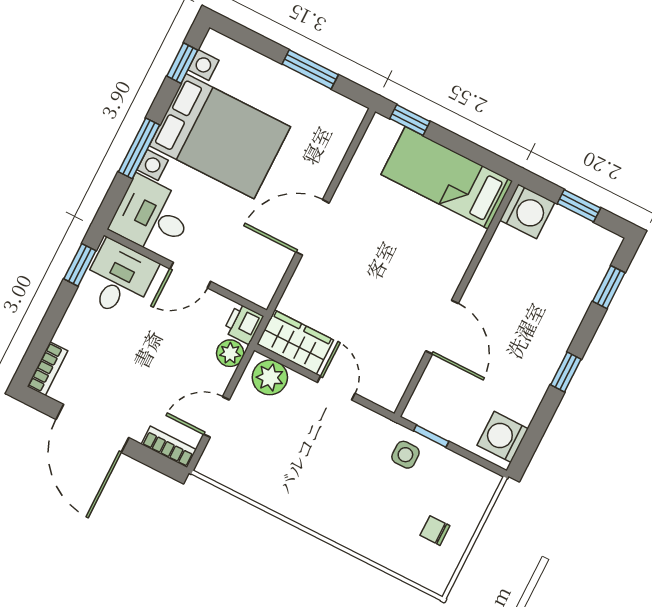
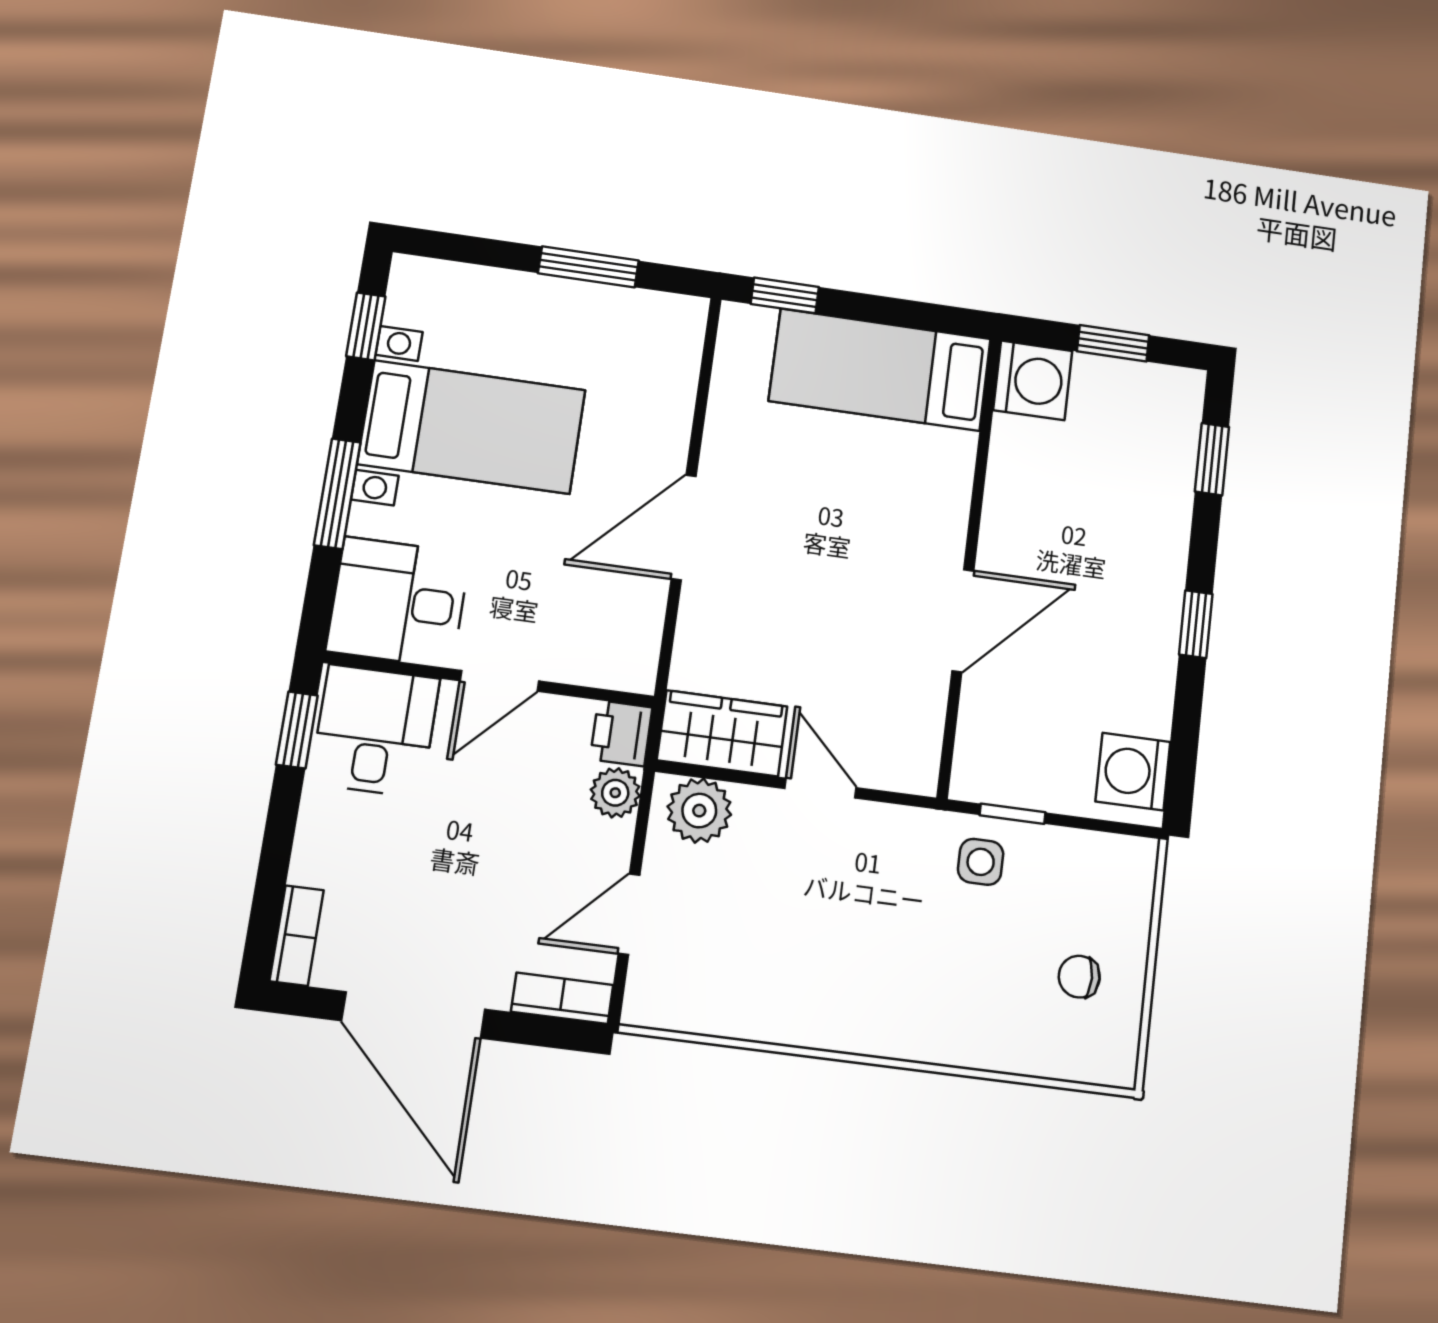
bed with nightstands: (220, 136) -> (472, 427), width x0.73
door: (442, 327) -> (963, 621), hinge flipped

